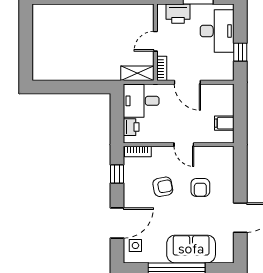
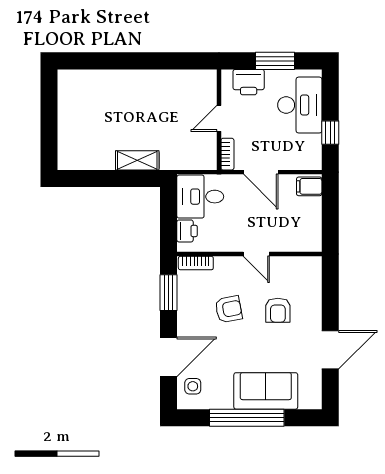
shelving: (137, 73) -> (137, 160), moved
filing cabinet: (224, 123) -> (309, 186), moved
window: (117, 174) -> (169, 293), width x1.50

